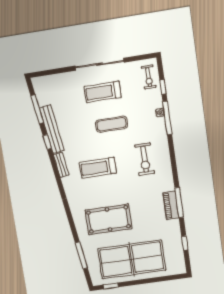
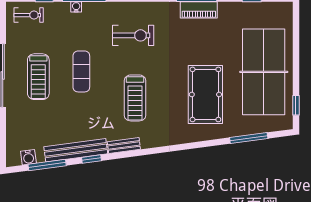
water cooler: (41, 94) -> (28, 157), added

